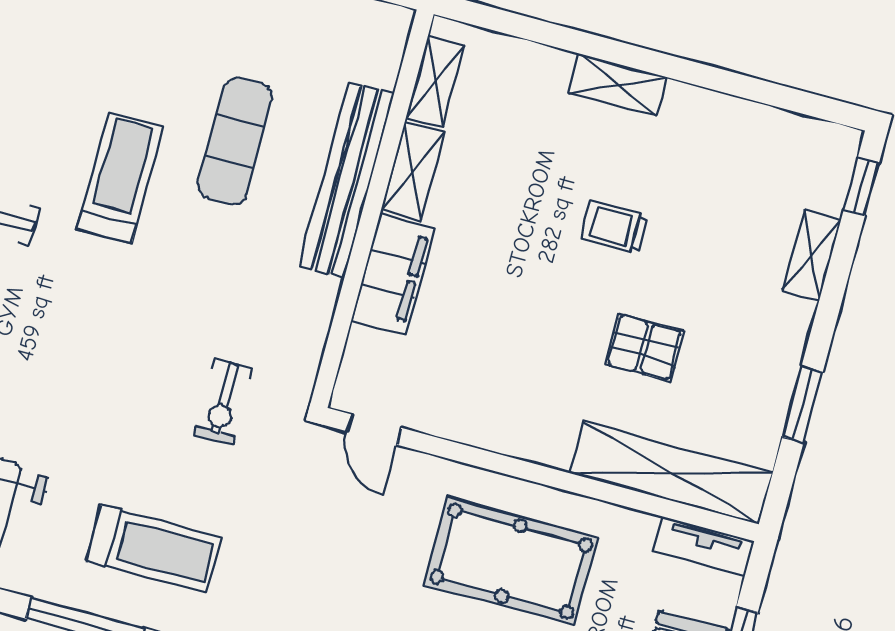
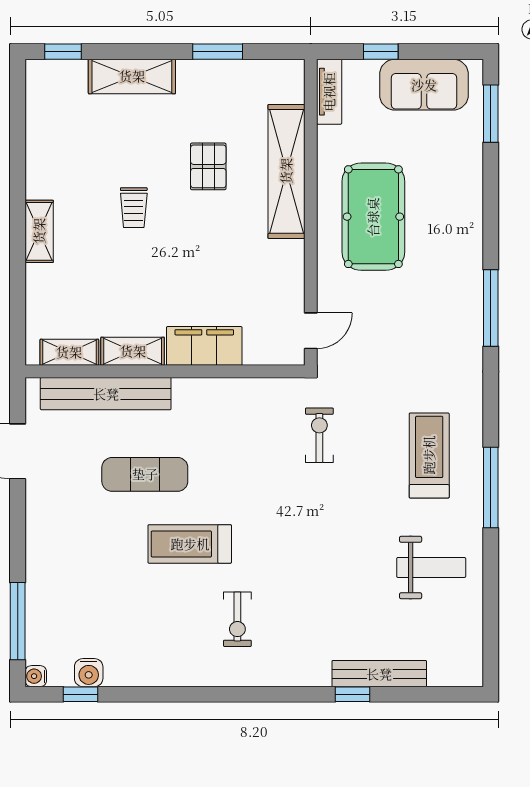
bench: (346, 180) -> (106, 394), moved
shelving: (812, 255) -> (132, 76), width x1.50, depth x1.33
exercise bike: (224, 402) -> (319, 435), turned -90
shelving: (671, 473) -> (286, 171), moved

